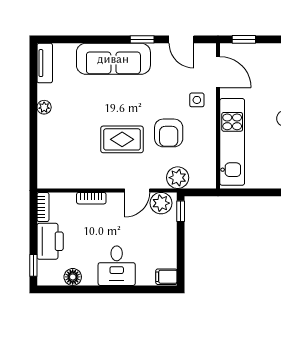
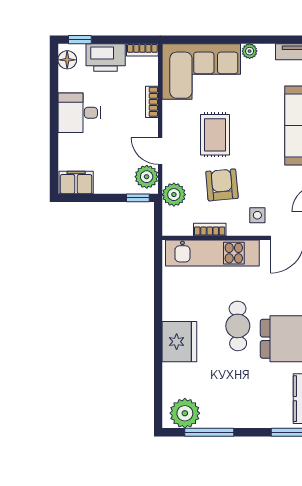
armchair: (169, 133) -> (222, 185), turned 85
bookcase: (210, 144) -> (210, 229), added
corner sofa: (63, 152) -> (201, 72), added
desk: (117, 266) -> (79, 113), moved
floor lamp: (73, 277) -> (67, 60), moved
filing cabinet: (166, 277) -> (76, 183), width x2.00

